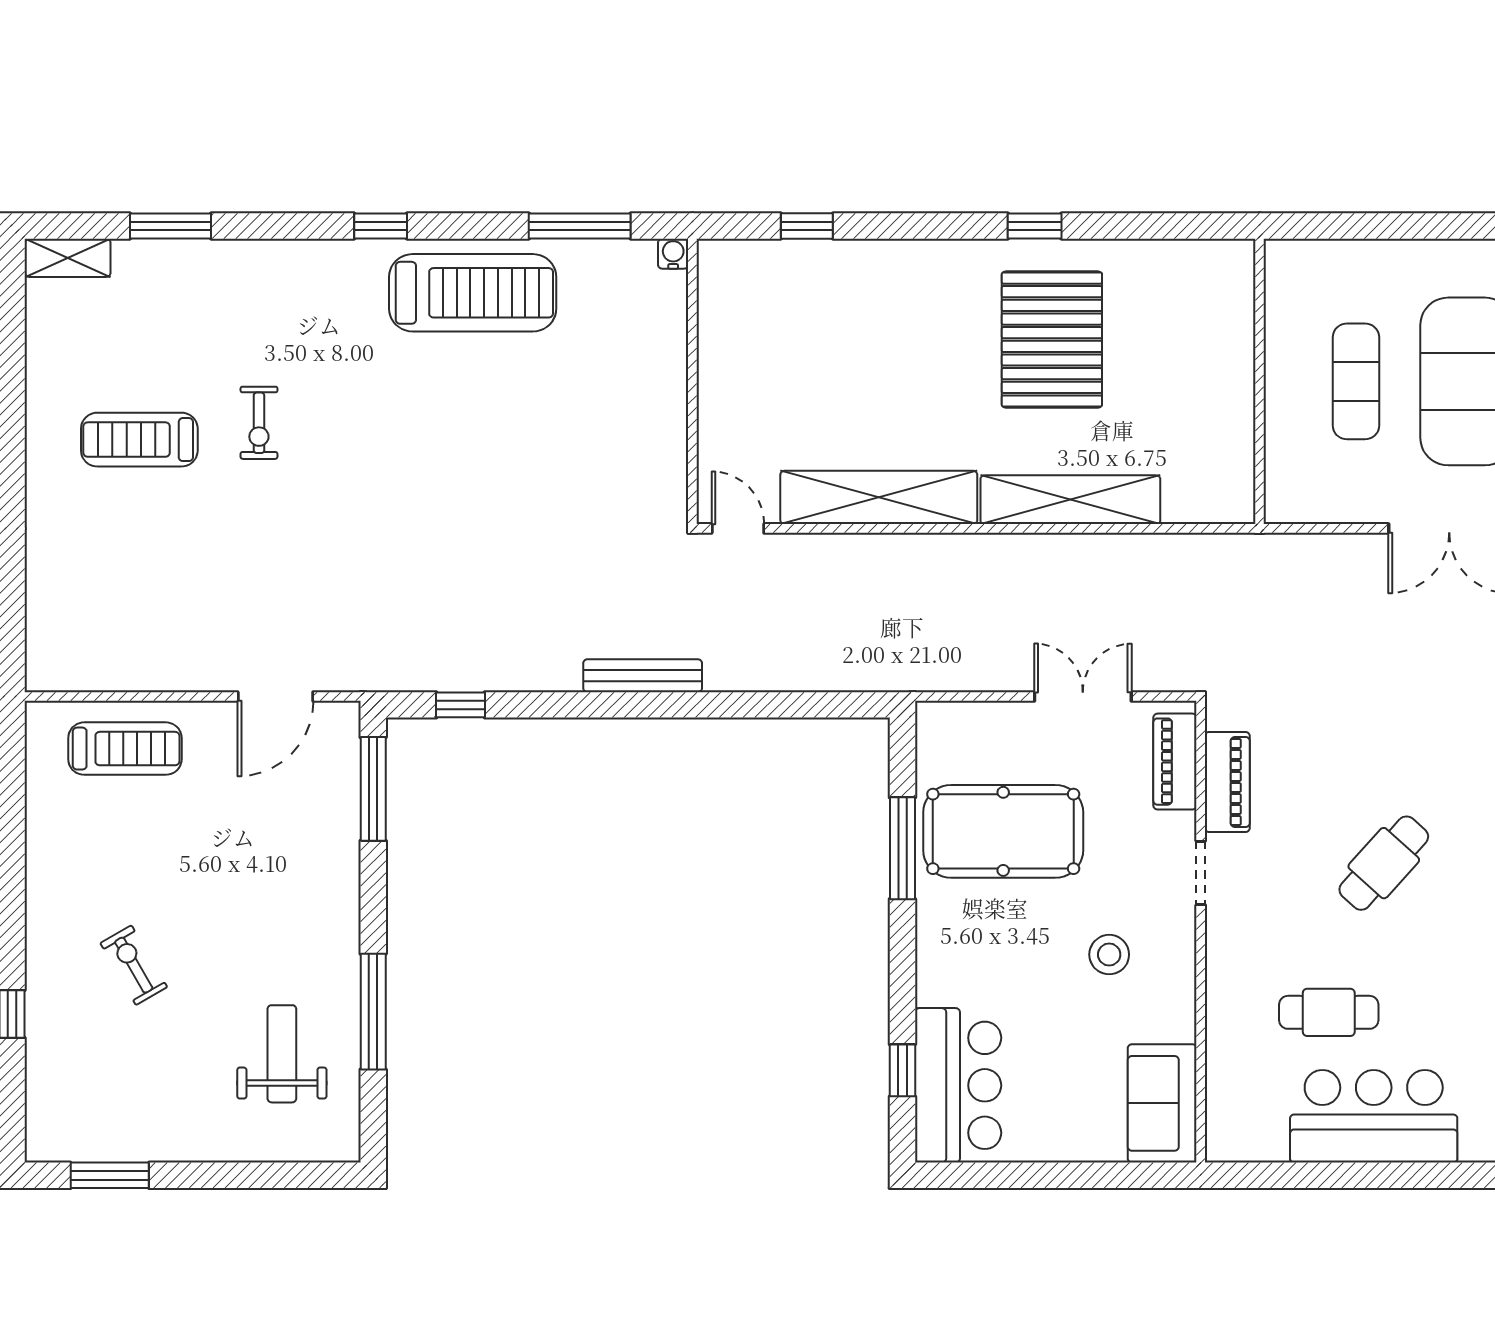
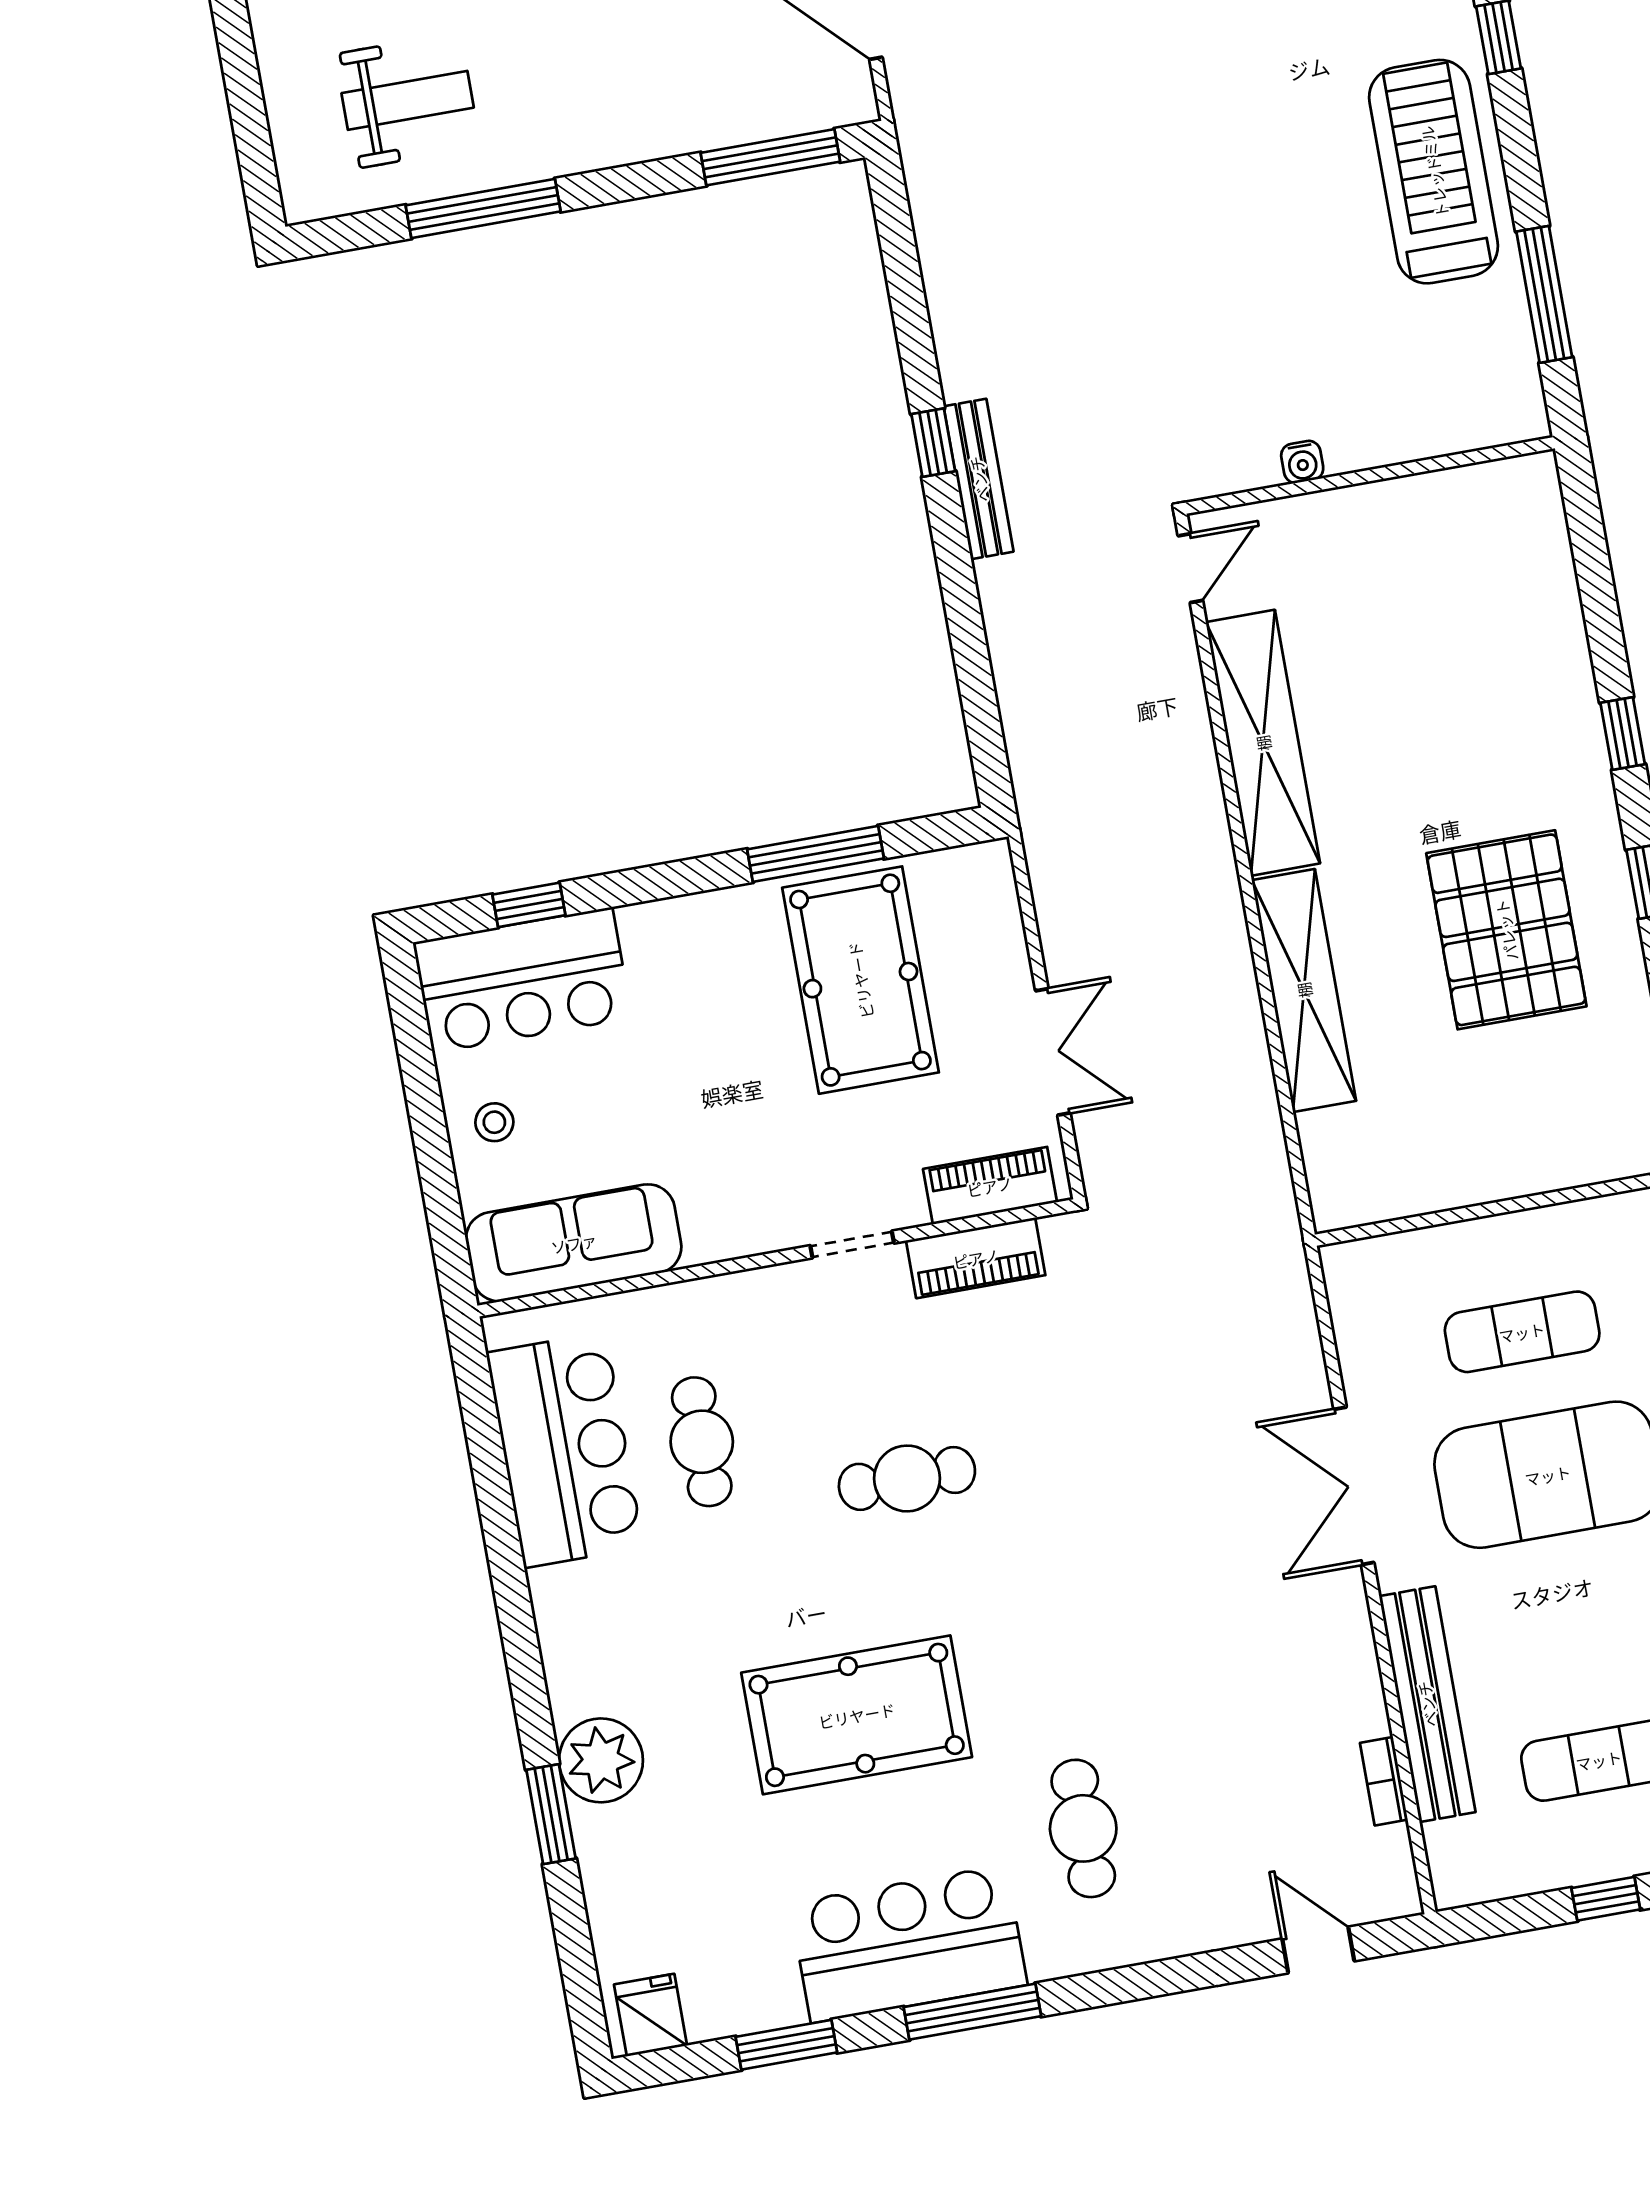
window: (807, 226) -> (1623, 734), moved
water cooler: (673, 254) -> (1302, 462), moved, turned 90
treadmill: (473, 293) -> (1434, 172), turned 180
pallet: (1052, 340) -> (1506, 930), turned 90
window: (460, 705) -> (933, 443), moved
cafe table: (1384, 863) -> (907, 1478), turned -42
stool: (1109, 955) -> (494, 1122), moved, width x0.73, depth x0.73
sofa: (1162, 1103) -> (574, 1243), width x1.36
bar counter: (1374, 1116) -> (565, 1450), moved

